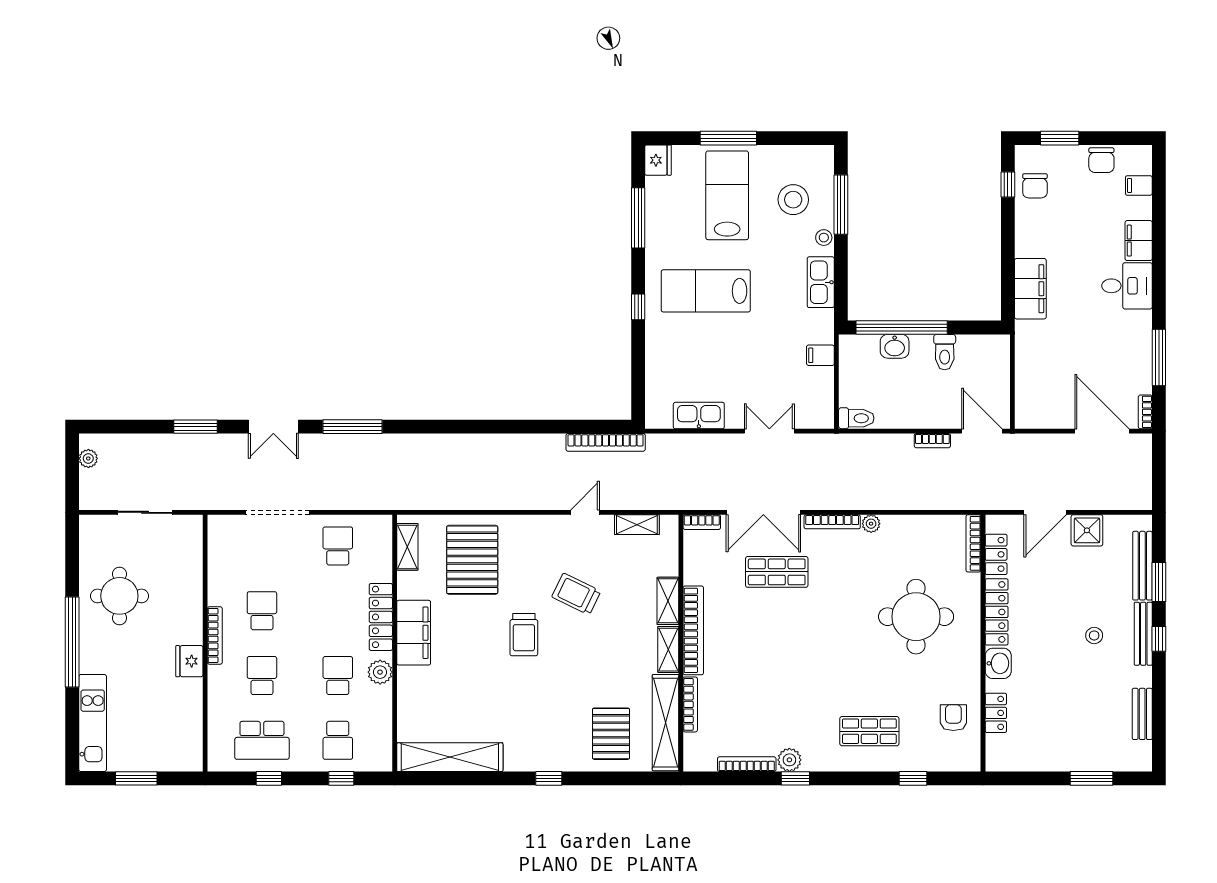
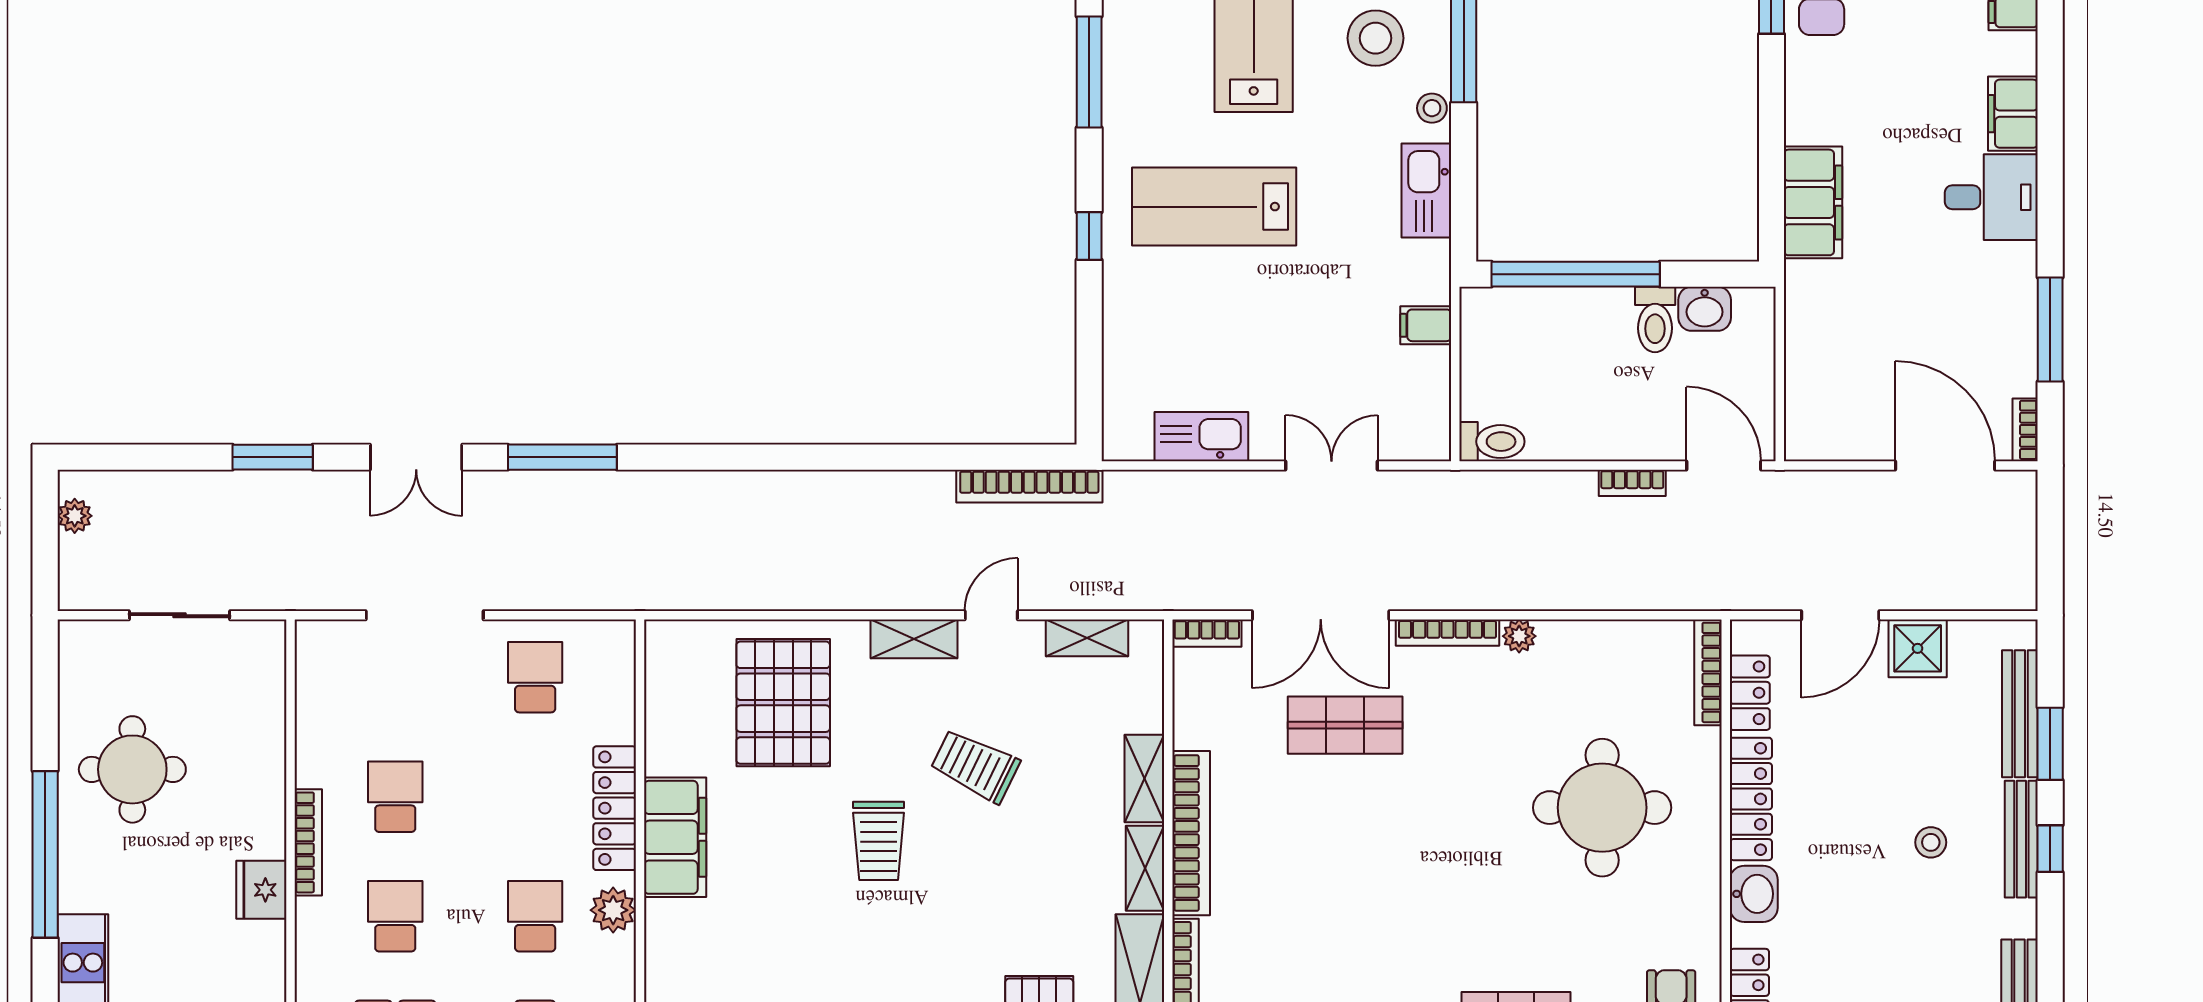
washbasin: (895, 346) -> (1705, 309), moved
shelving: (407, 547) -> (914, 639), moved, turned 90

